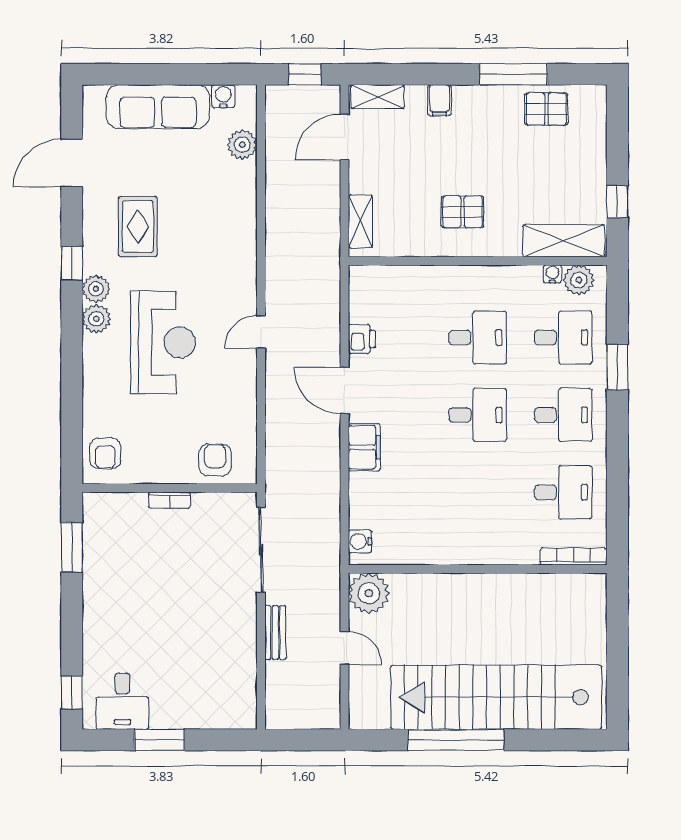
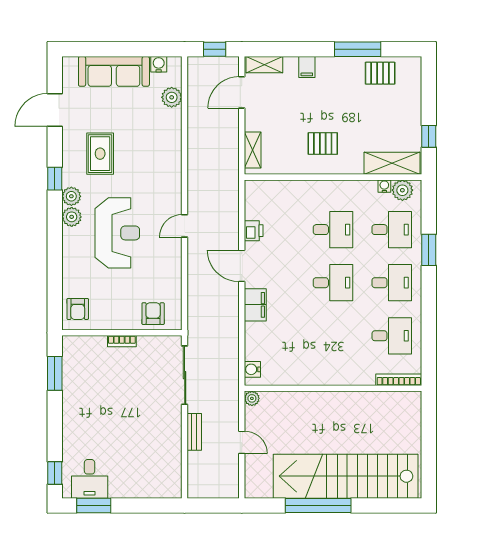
plant: (369, 593) -> (252, 398), width x0.53, depth x0.53
window: (159, 740) -> (94, 505), moved

